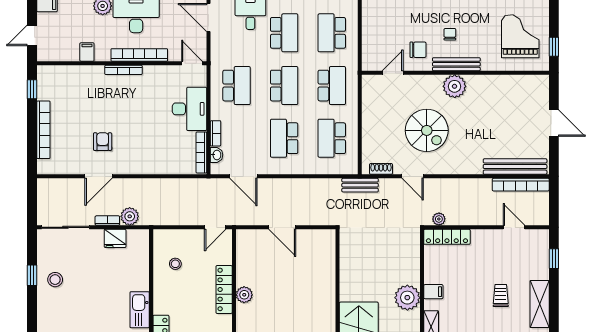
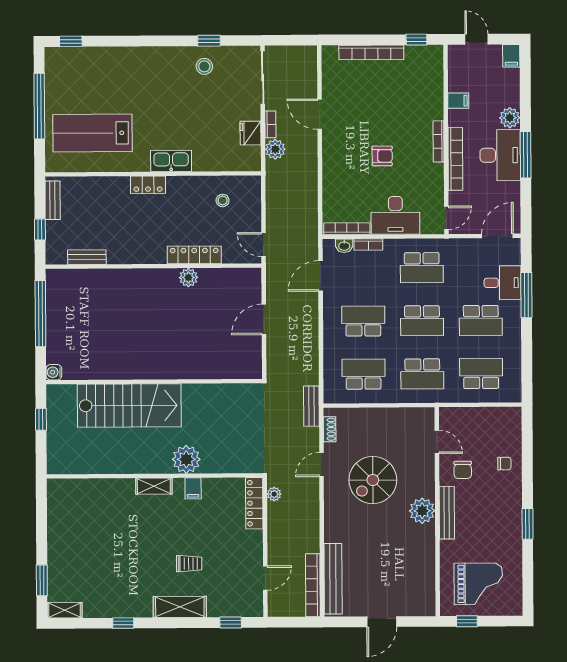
chair: (450, 34) -> (504, 464), moved
armchair: (103, 142) -> (382, 156), moved

